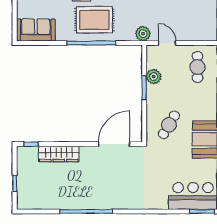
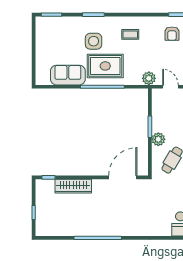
sofa: (36, 30) -> (68, 75), moved
plant: (154, 77) -> (158, 139), moved

